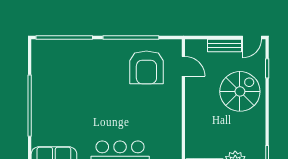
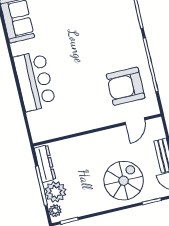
spiral stairs: (240, 91) -> (124, 181), turned -90

